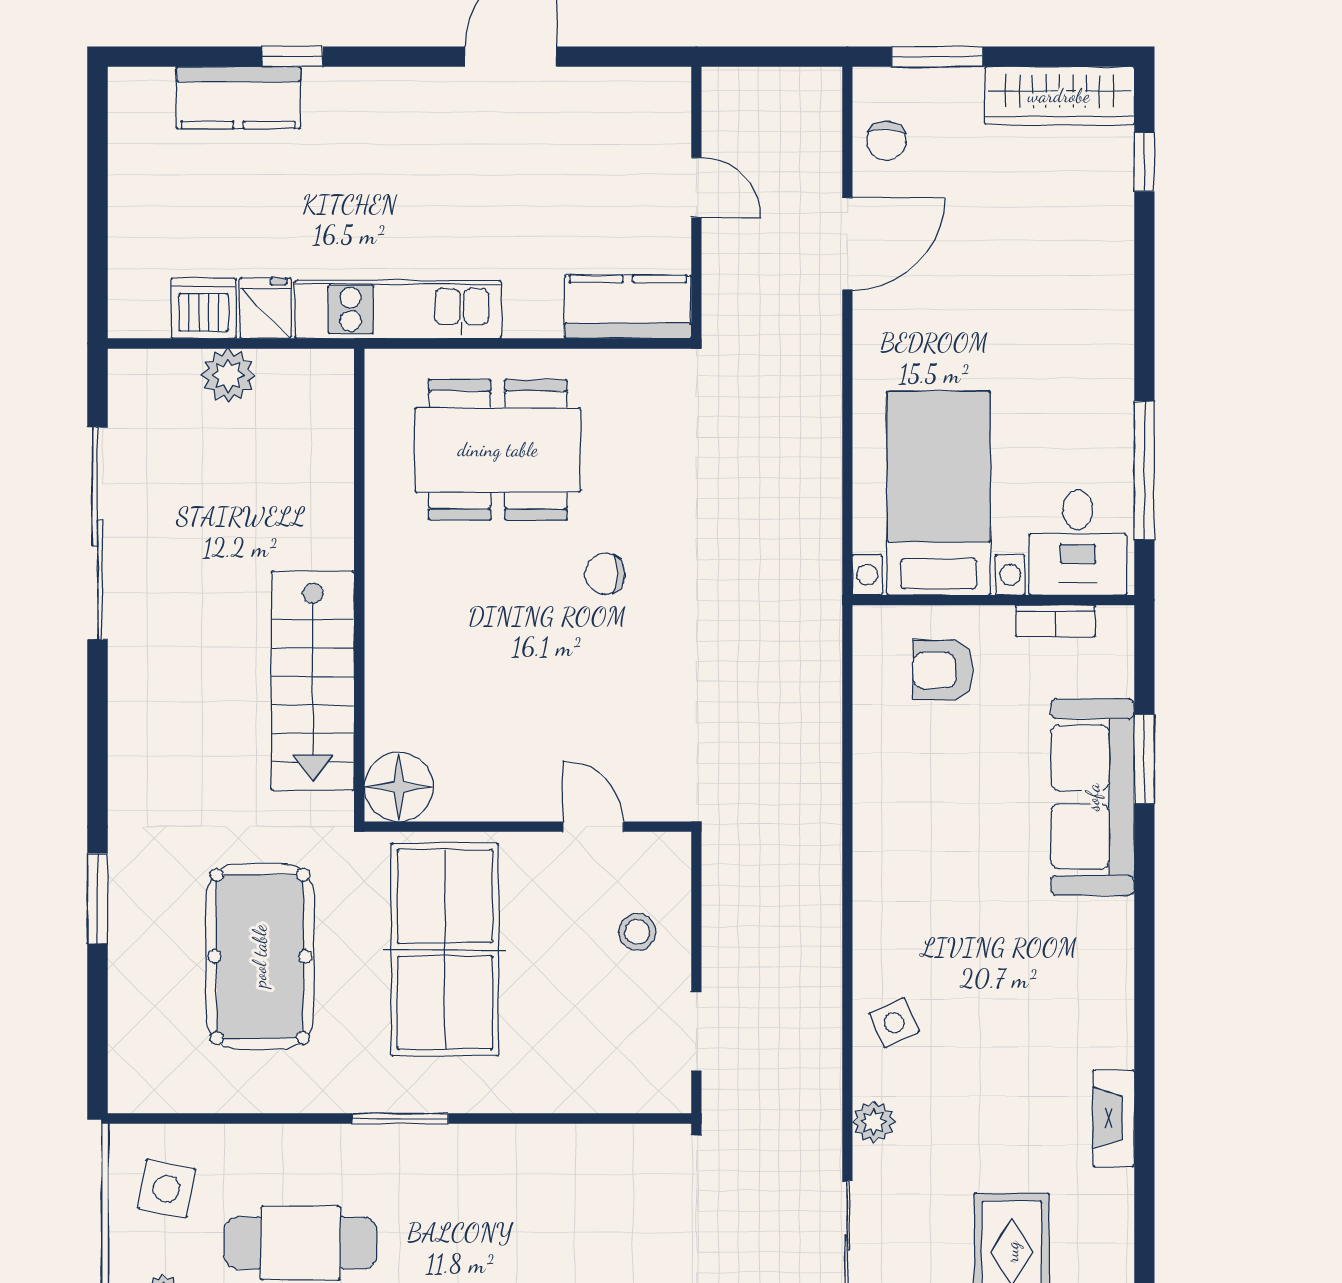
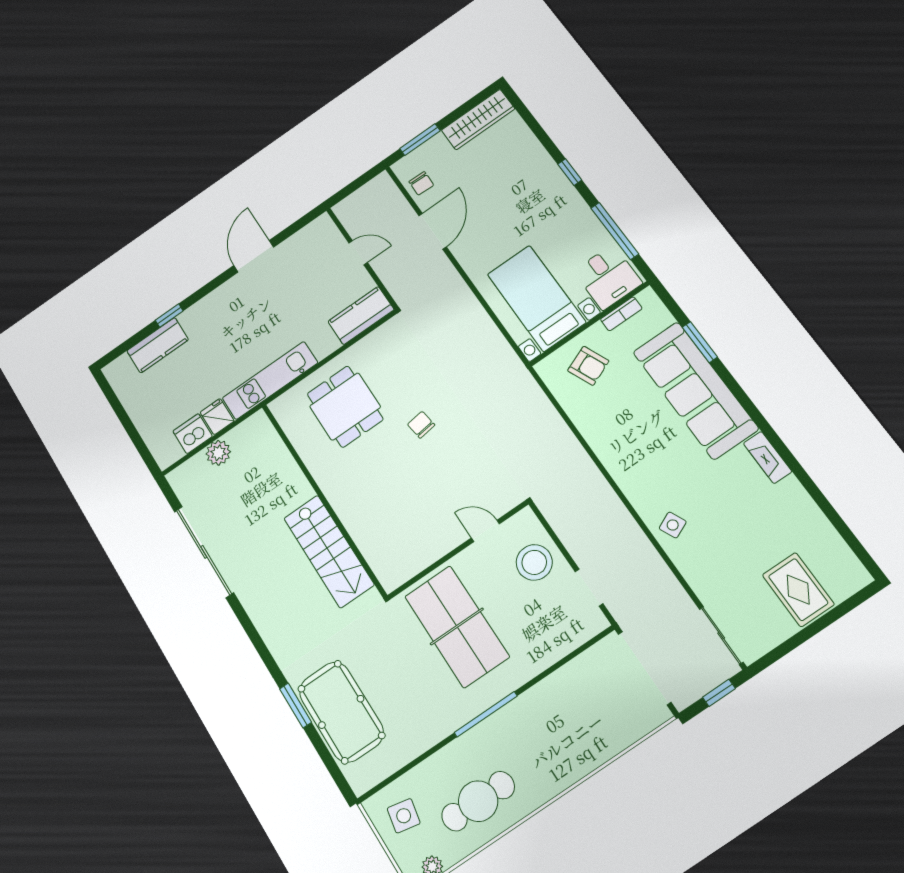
window: (1144, 162) -> (570, 172), moved
dining table: (498, 450) -> (345, 407), width x0.73
chair: (605, 574) -> (421, 425), turned 82
armchair: (943, 670) -> (588, 366), turned -113
floor lamp: (399, 787) -> (393, 571), removed
sofa: (1093, 797) -> (695, 390), width x1.36, depth x1.27
stool: (637, 932) -> (534, 562), width x1.89, depth x1.89
pool table: (260, 956) -> (341, 712), moved
fireplace: (1114, 1118) -> (768, 457), moved
window: (400, 1119) -> (486, 714), width x1.44
plant: (874, 1122) -> (695, 574), removed

